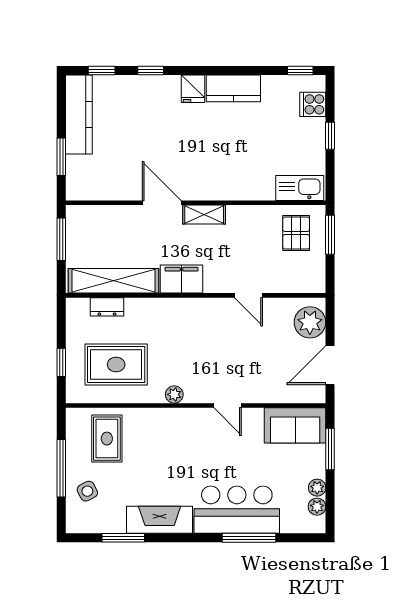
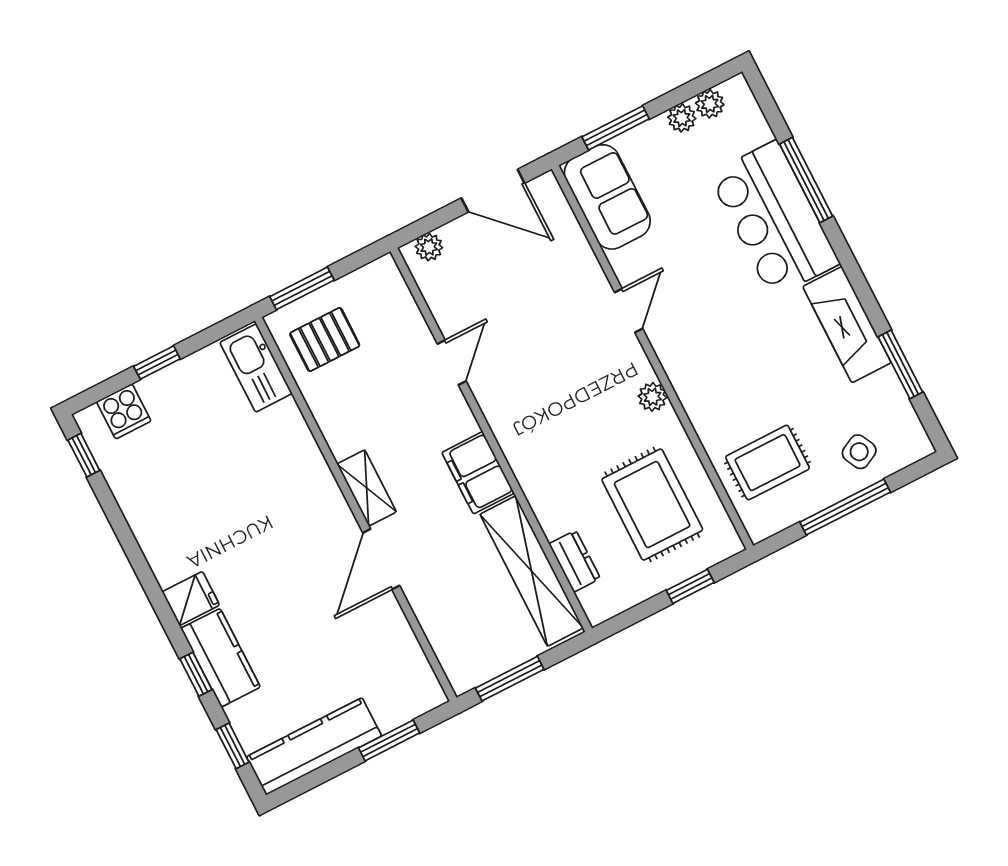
kitchen counter: (233, 88) -> (221, 658), moved
plant: (310, 322) -> (429, 247), width x0.53, depth x0.53

